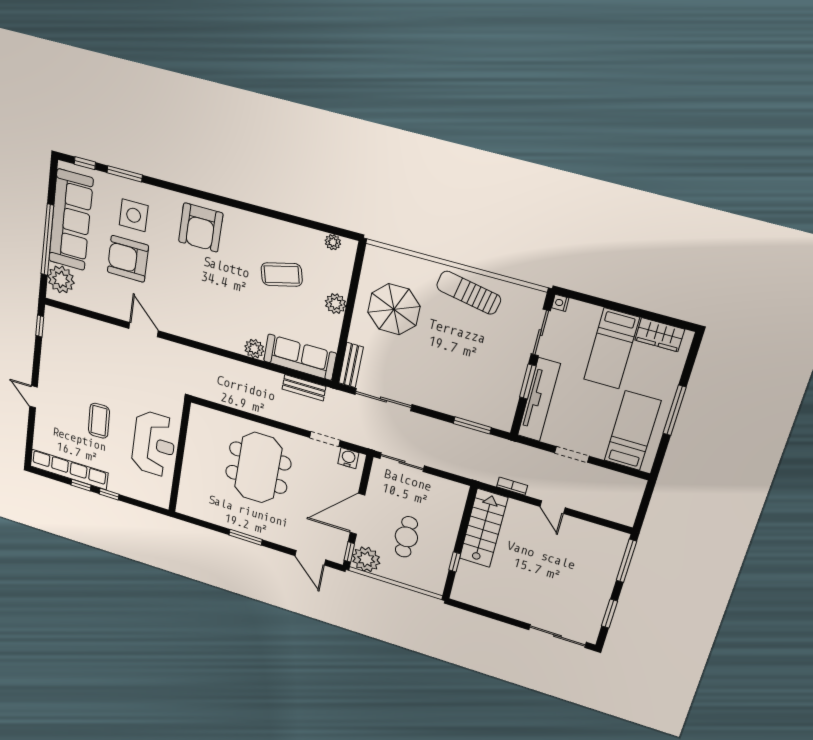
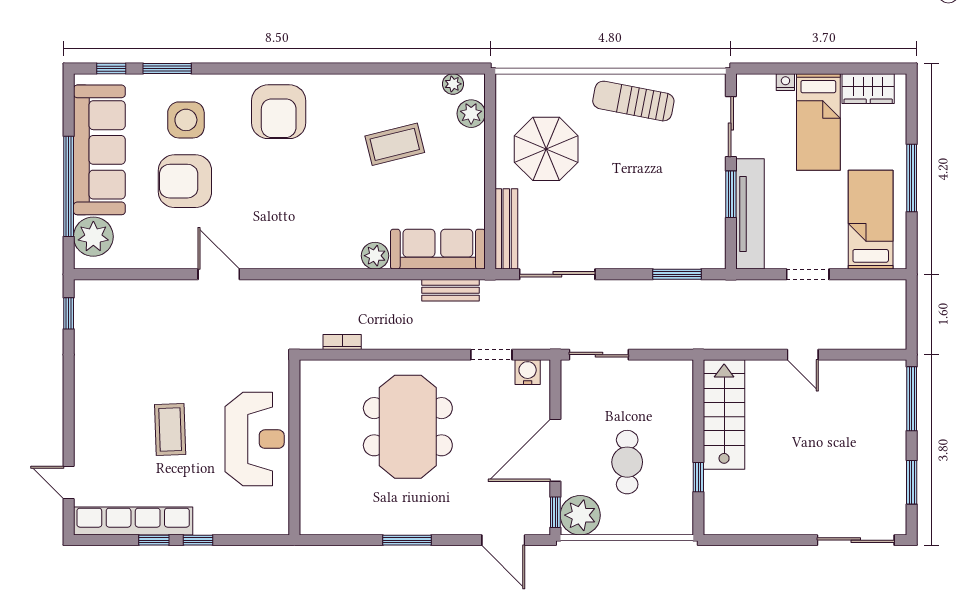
nightstand: (560, 303) -> (785, 82), moved, turned 90
plant: (336, 304) -> (471, 114), moved
bench: (351, 365) -> (506, 229), width x1.36
door: (34, 397) -> (69, 482), moved
bookcase: (512, 486) -> (342, 342), moved

